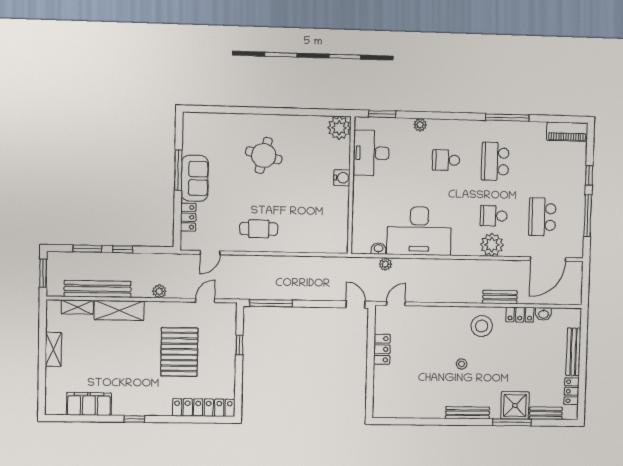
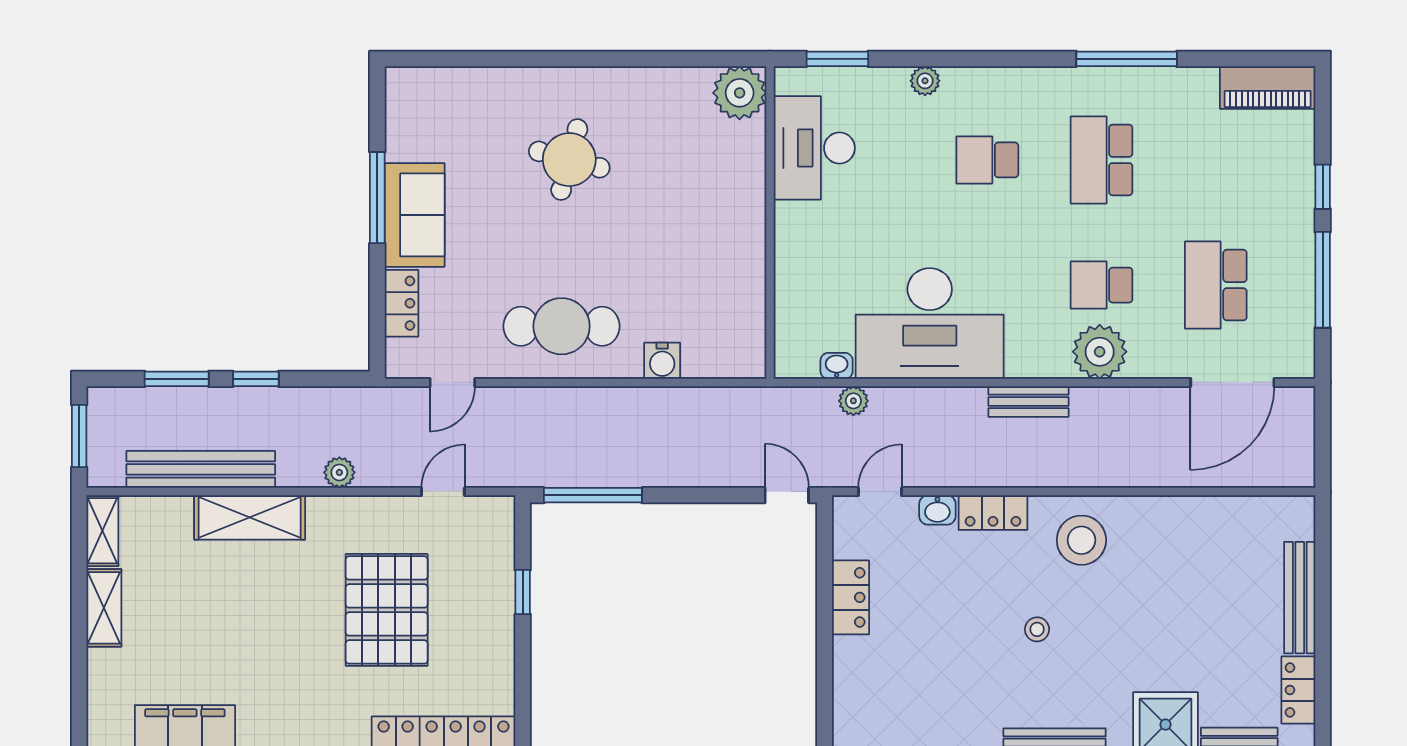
water cooler: (342, 178) -> (662, 361), moved, turned 90
cafe table: (259, 229) -> (562, 326), width x1.37, depth x1.35
bench: (500, 297) -> (1028, 401), moved
shelving: (77, 307) -> (102, 531), moved, turned 90
washbasin: (543, 314) -> (937, 510), moved
locker: (520, 315) -> (993, 513), moved

